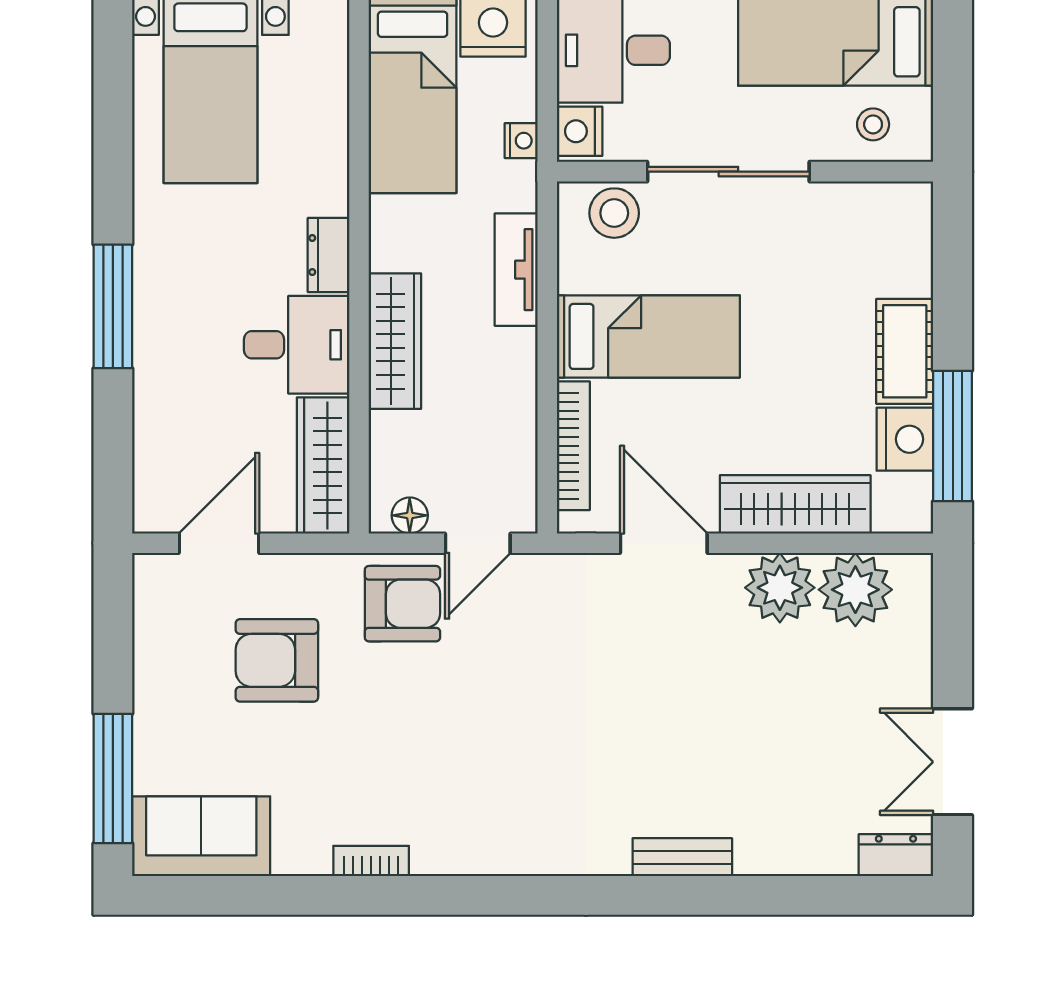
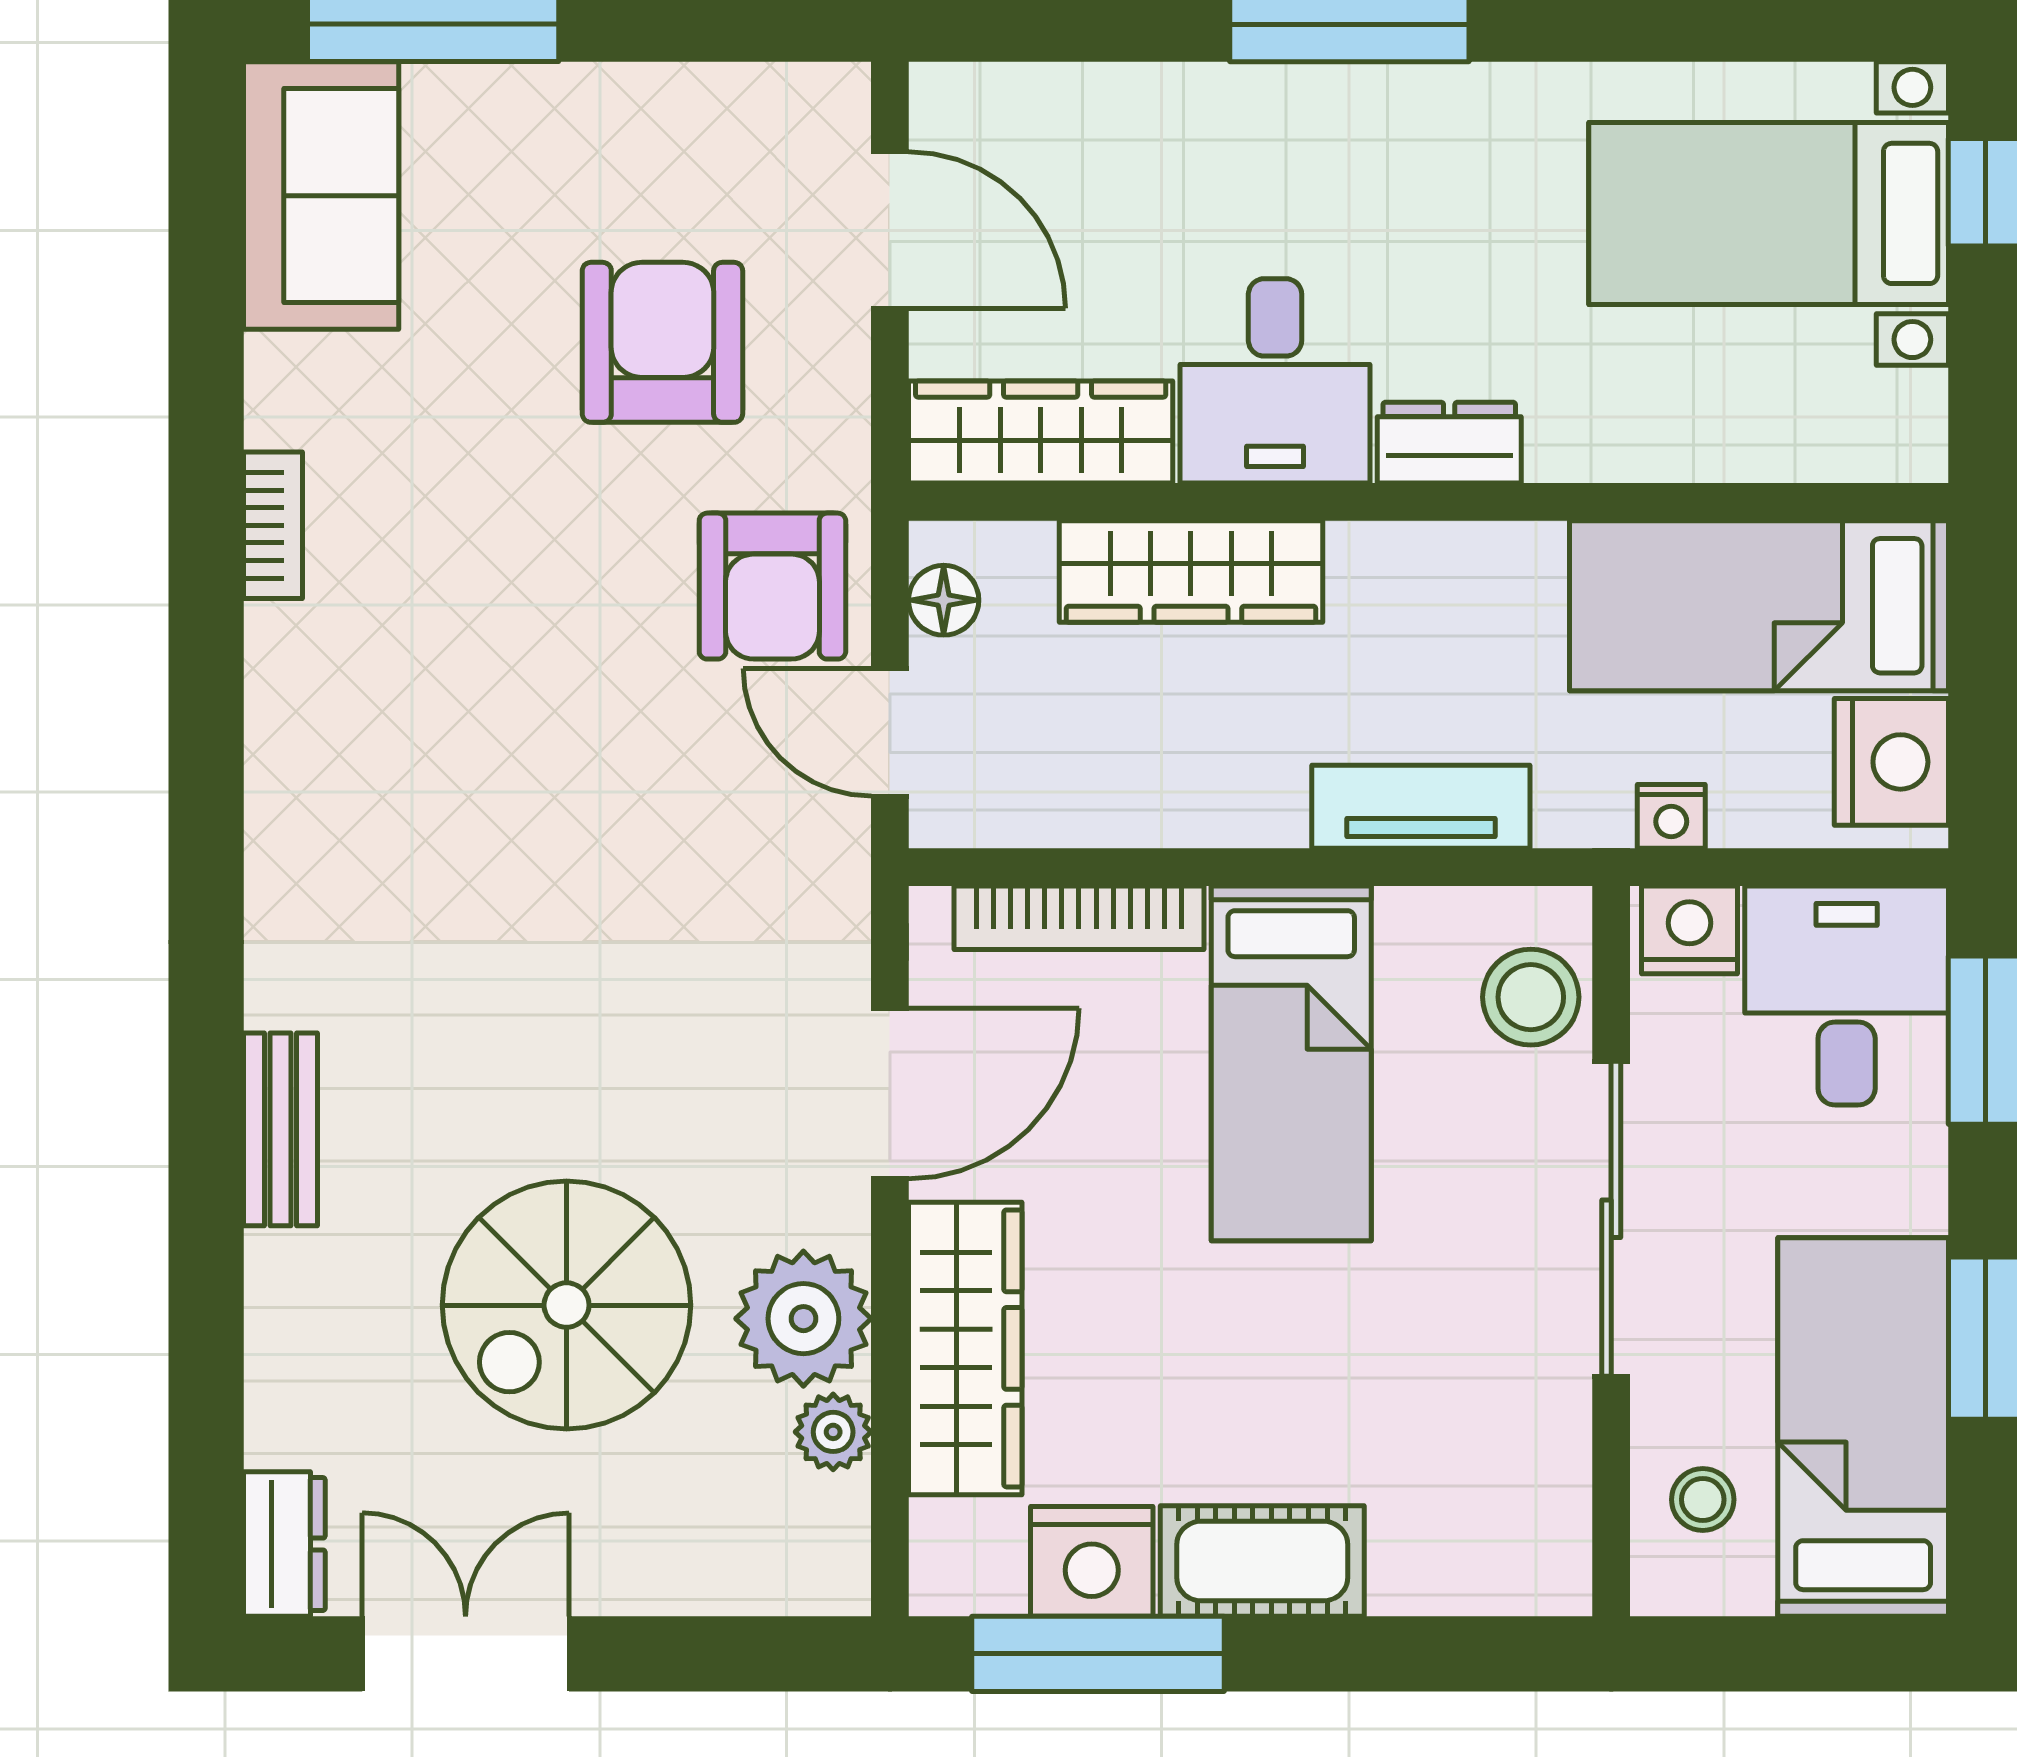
wardrobe: (395, 341) -> (1191, 571), moved
plant: (855, 590) -> (833, 1432), width x0.53, depth x0.53
spiral stairs: (773, 710) -> (567, 1305), added

